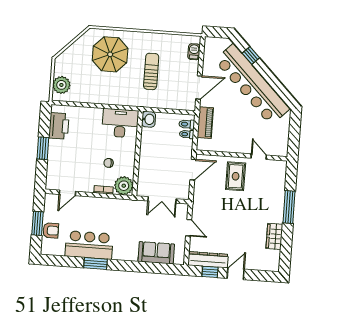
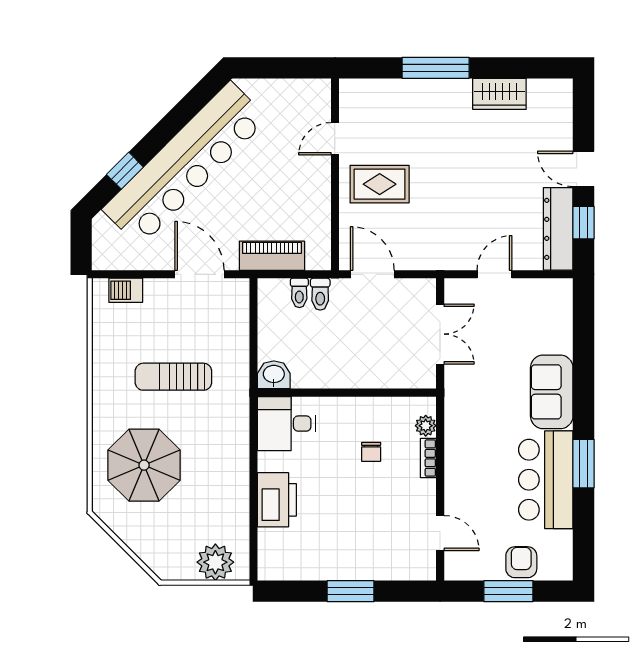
desk: (120, 123) -> (286, 424), width x0.73
toilet: (187, 124) -> (320, 294), moved
printer: (59, 126) -> (277, 500), moved, turned 90
plant: (124, 186) -> (426, 426), width x0.53, depth x0.53
sofa: (156, 253) -> (552, 392), moved

